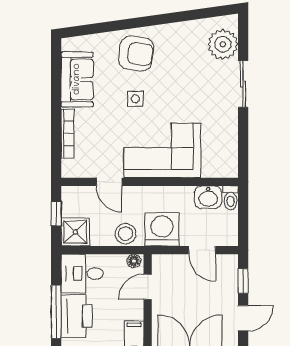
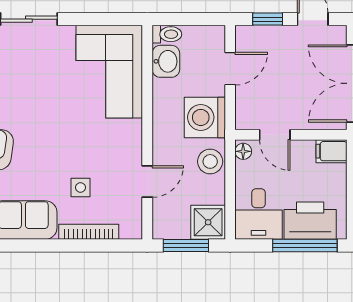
side table: (135, 99) -> (80, 187), moved
corner sofa: (162, 150) -> (109, 72), moved
window: (56, 214) -> (186, 245), width x1.50

